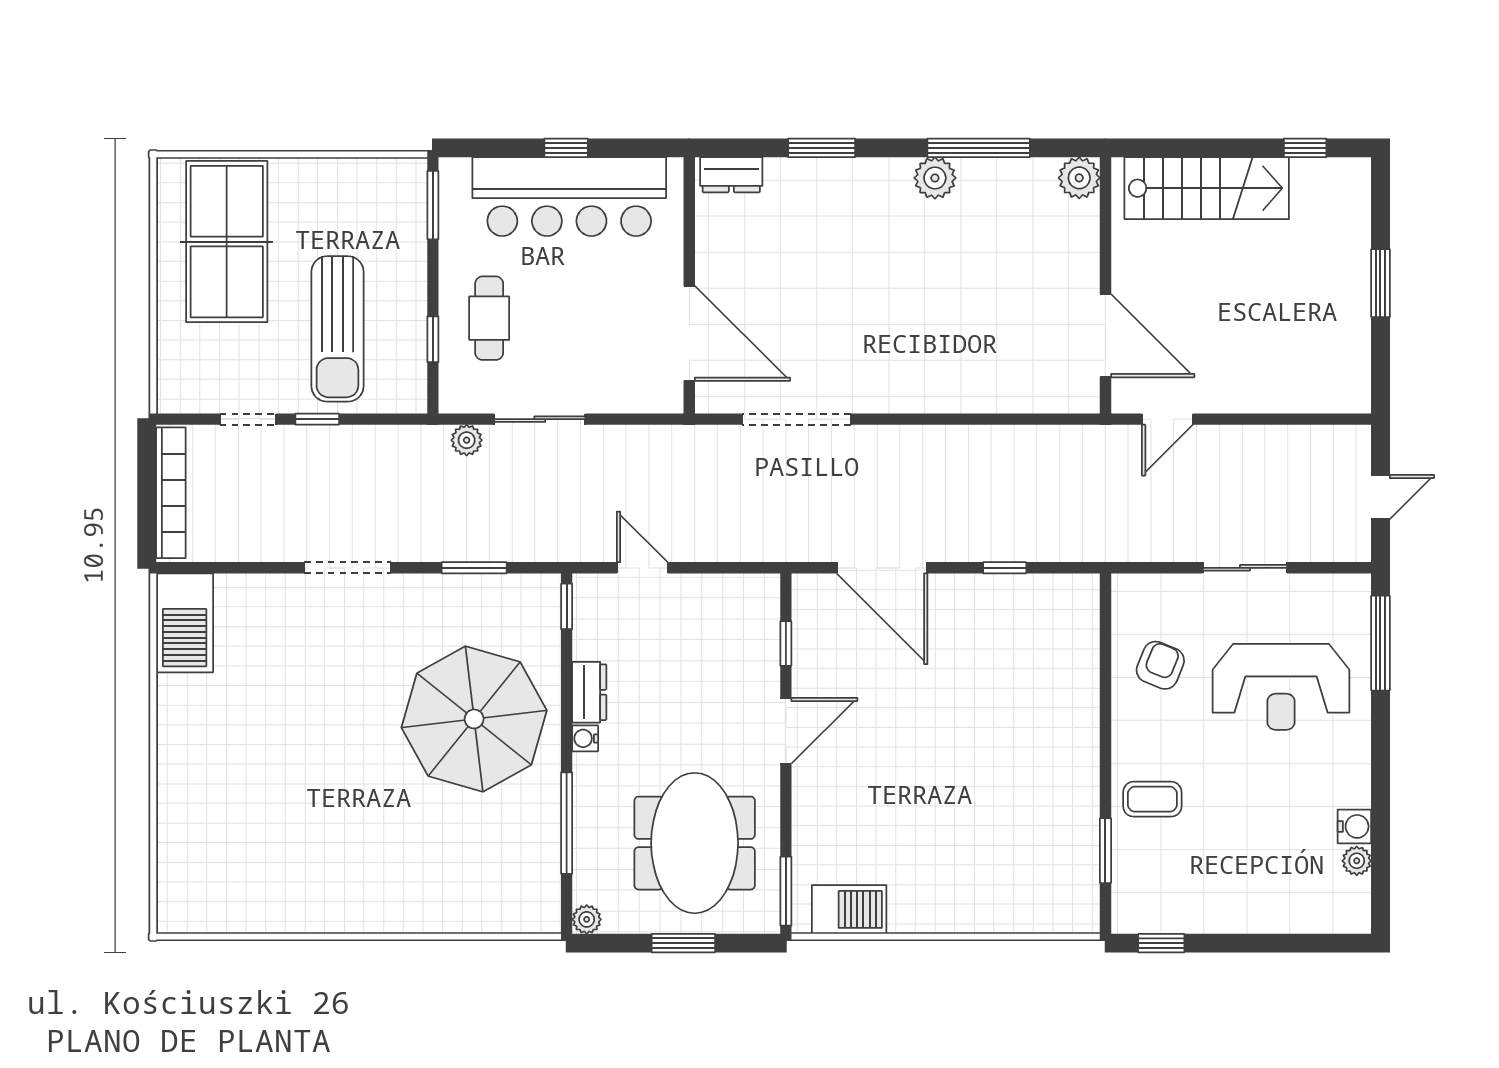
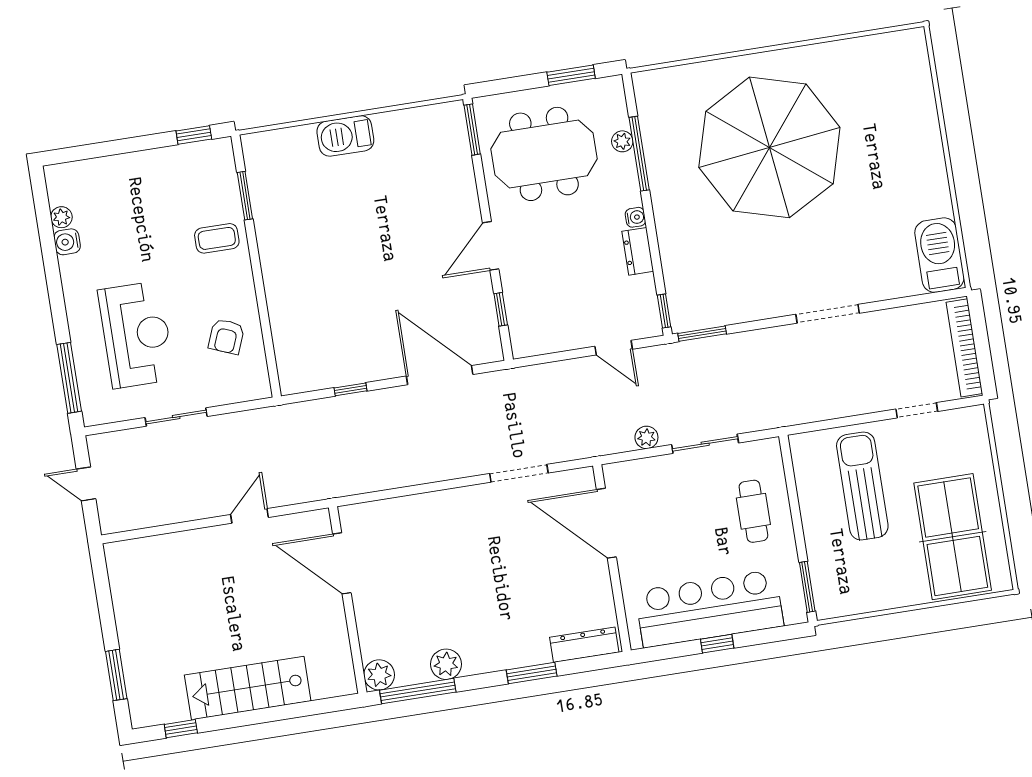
dresser: (731, 175) -> (584, 645), width x1.44
plant: (1079, 178) -> (379, 675), moved
window: (1380, 283) -> (116, 675), moved
wall: (1105, 285) -> (348, 600), moved
door: (1105, 336) -> (342, 563), moved
window: (433, 339) -> (792, 489), removed
window: (317, 419) -> (867, 418), removed
doorway: (796, 419) -> (519, 473), width x0.73
plant: (467, 440) -> (646, 437), moved
door: (1380, 497) -> (86, 484), hinge flipped
window: (474, 568) -> (702, 334), moved
reception desk: (1281, 687) -> (136, 335), turned 90
parasol: (474, 719) -> (769, 147), moved, width x1.36, depth x1.36
meeting table: (695, 843) -> (544, 154), turned 90
barbecue: (849, 909) -> (345, 136), moved
plant: (587, 919) -> (622, 141), moved
window: (683, 943) -> (571, 75), moved

